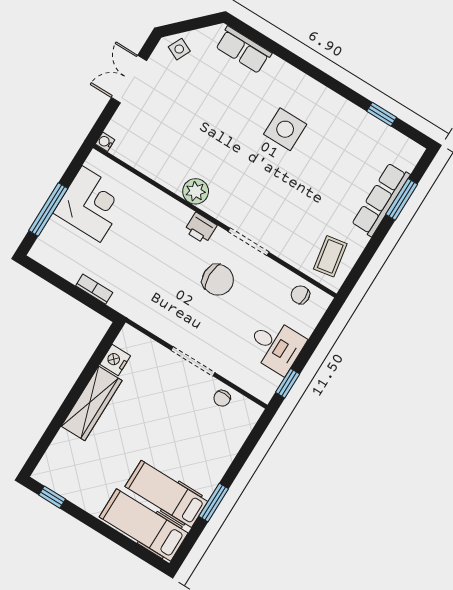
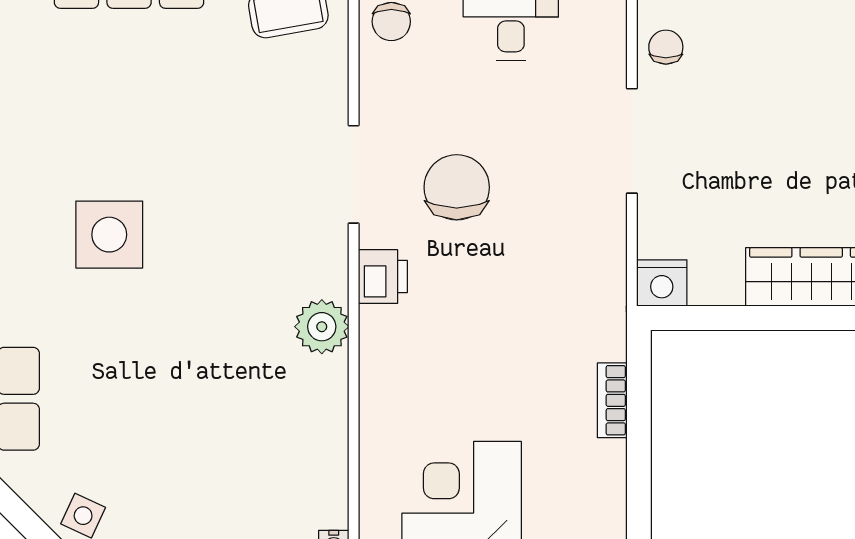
nightstand: (115, 360) -> (662, 283), moved
chair: (222, 398) -> (666, 47), turned -90

